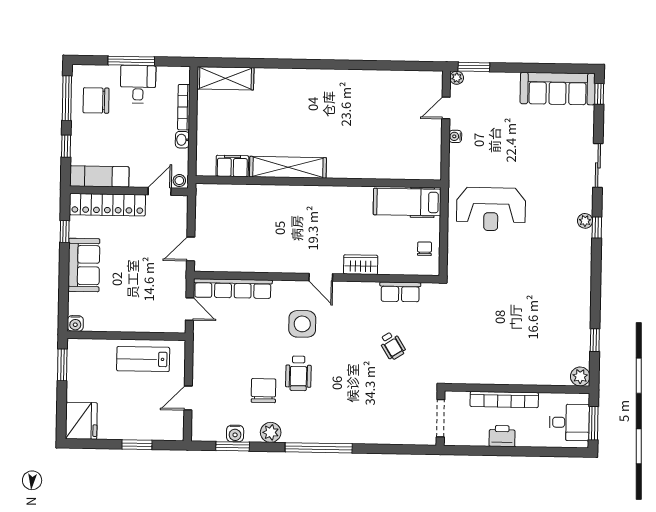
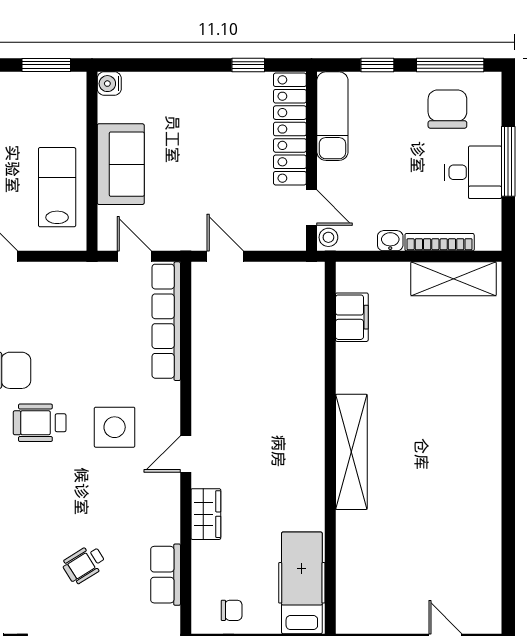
shelving: (225, 78) -> (453, 279), moved, turned 90
shelving: (288, 167) -> (351, 452), moved
sofa: (84, 265) -> (121, 164), moved, turned -90
door: (190, 309) -> (134, 256), swing flipped

